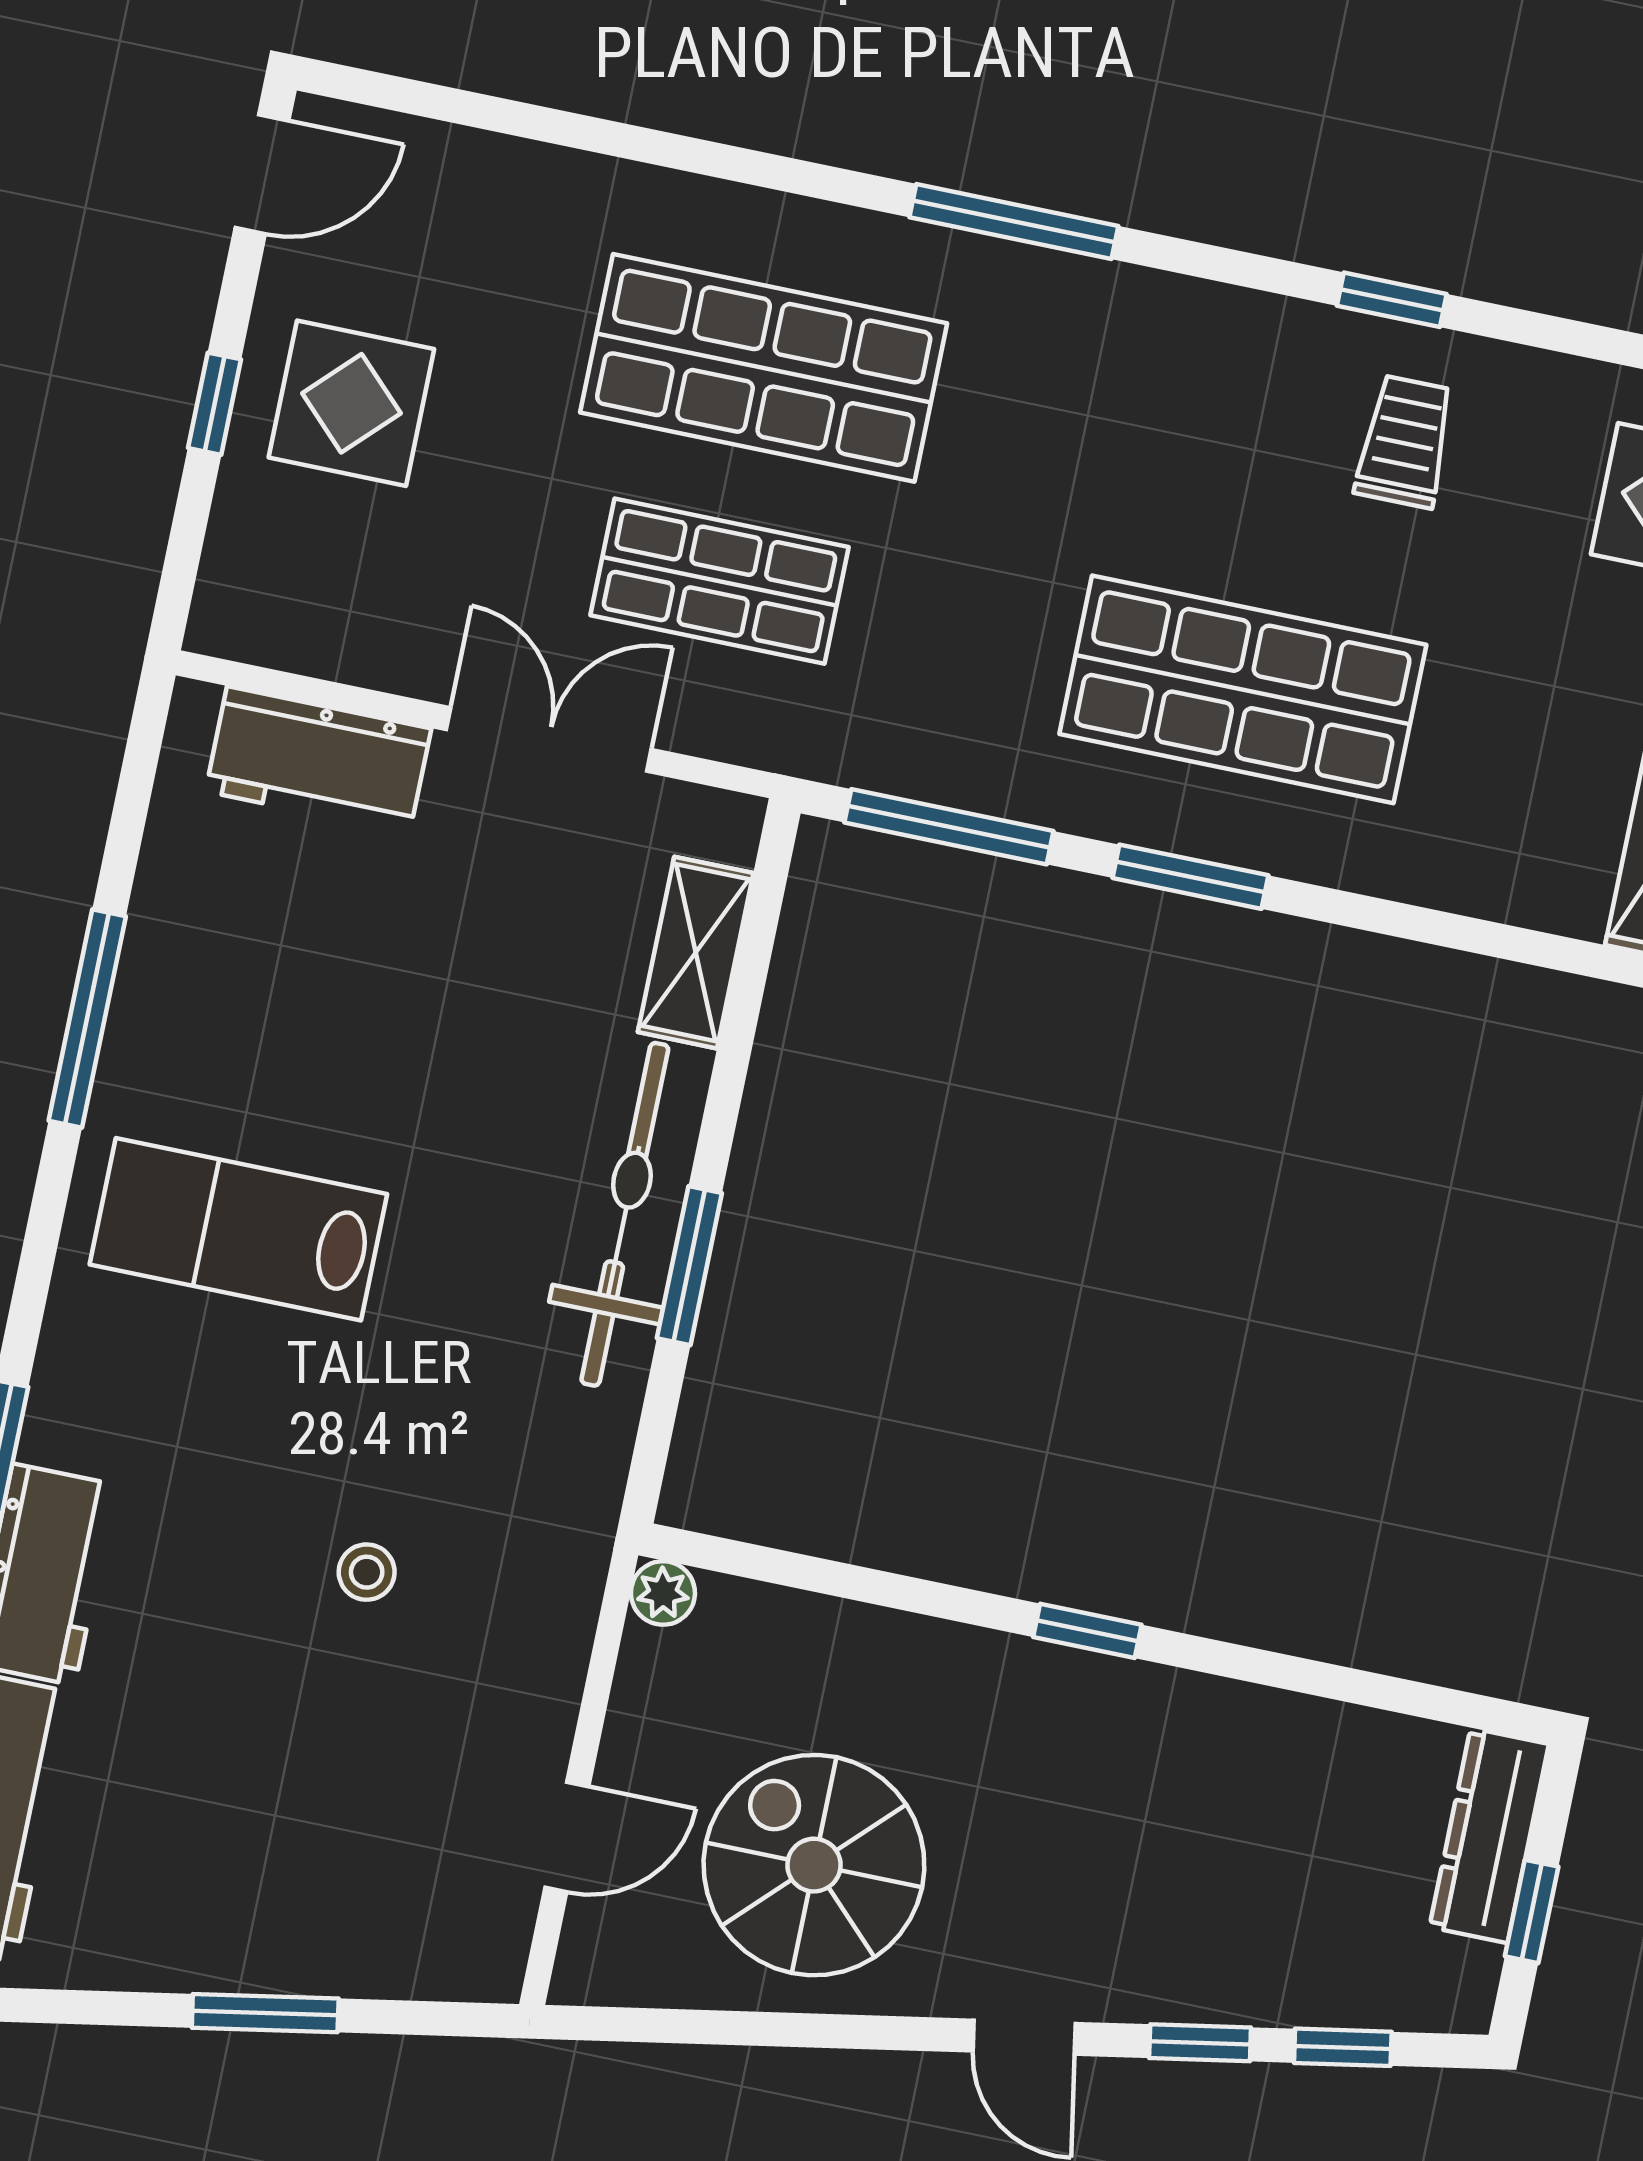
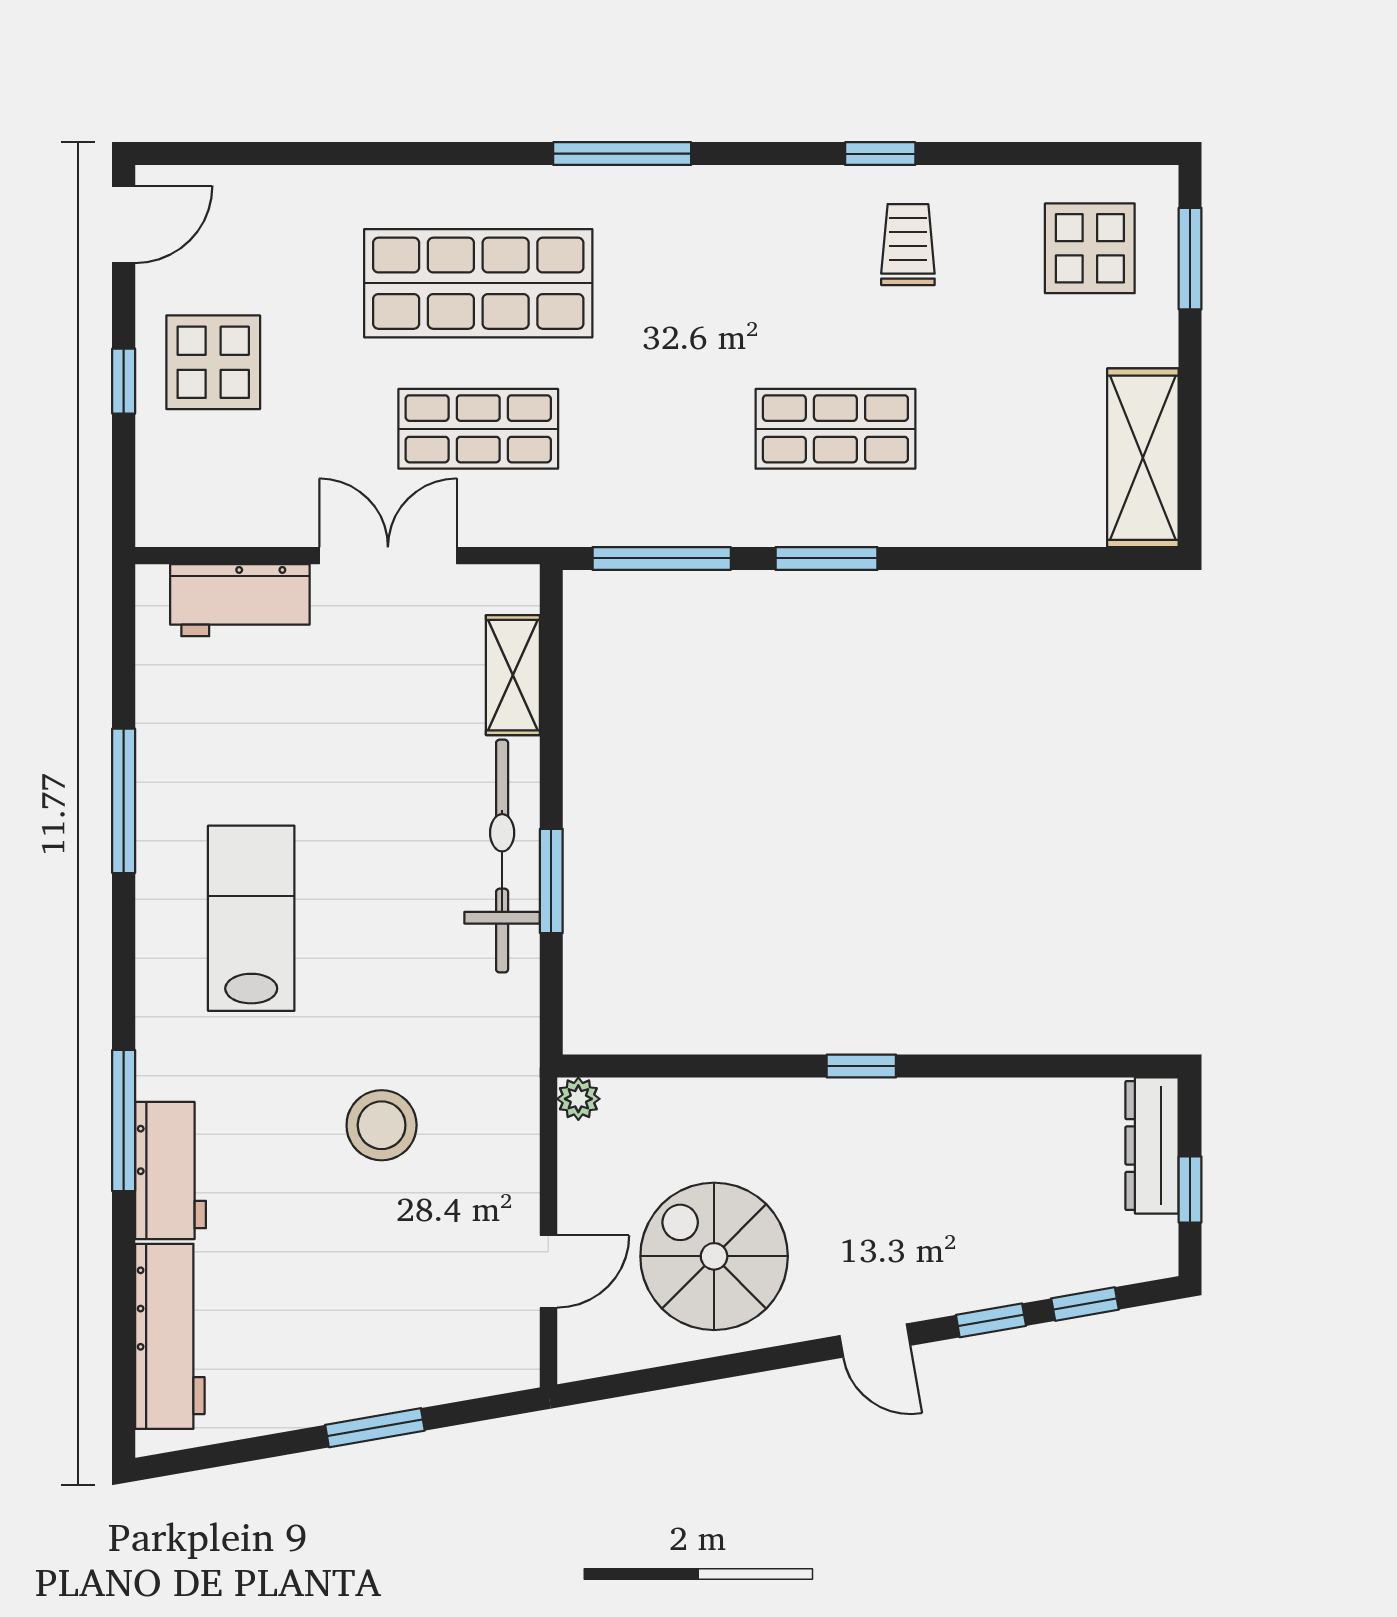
shop shelf: (1243, 689) -> (835, 429), width x0.70, depth x0.74
lab bench: (238, 1229) -> (251, 918), turned 90
stool: (367, 1572) -> (382, 1125), width x1.89, depth x1.89

